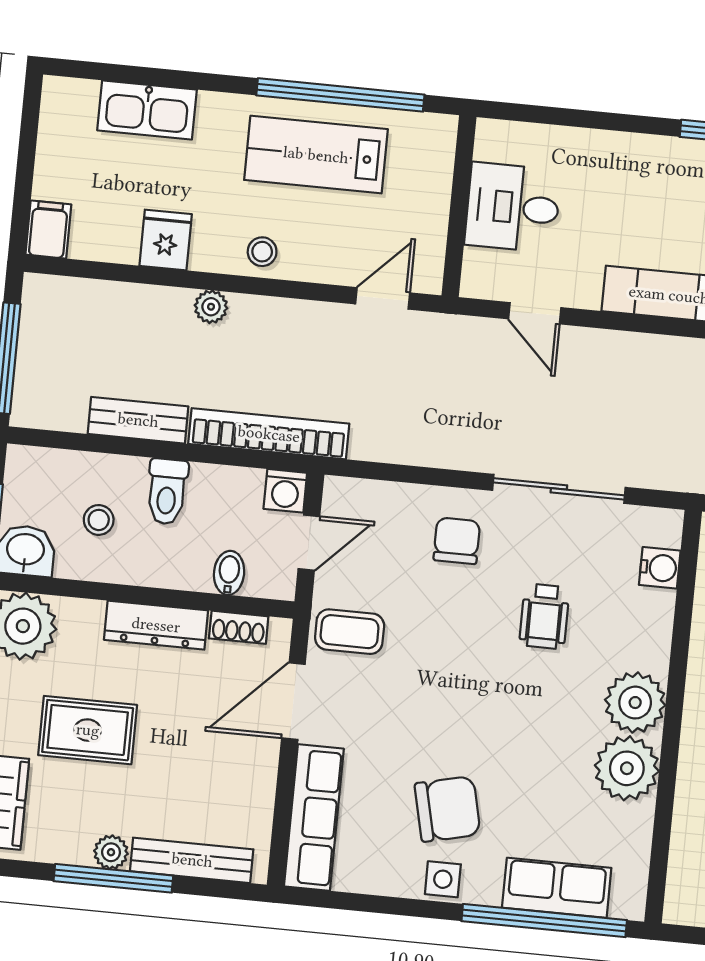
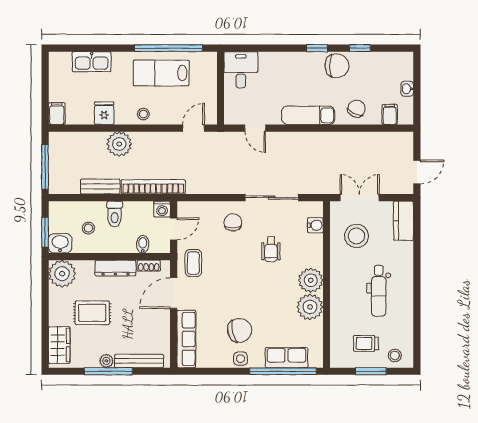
desk: (513, 207) -> (241, 70), moved, turned 90
plant: (211, 307) -> (119, 144), width x1.88, depth x1.88
coffee table: (350, 632) -> (193, 263), turned 90

